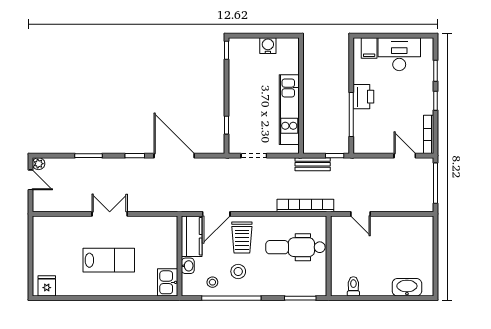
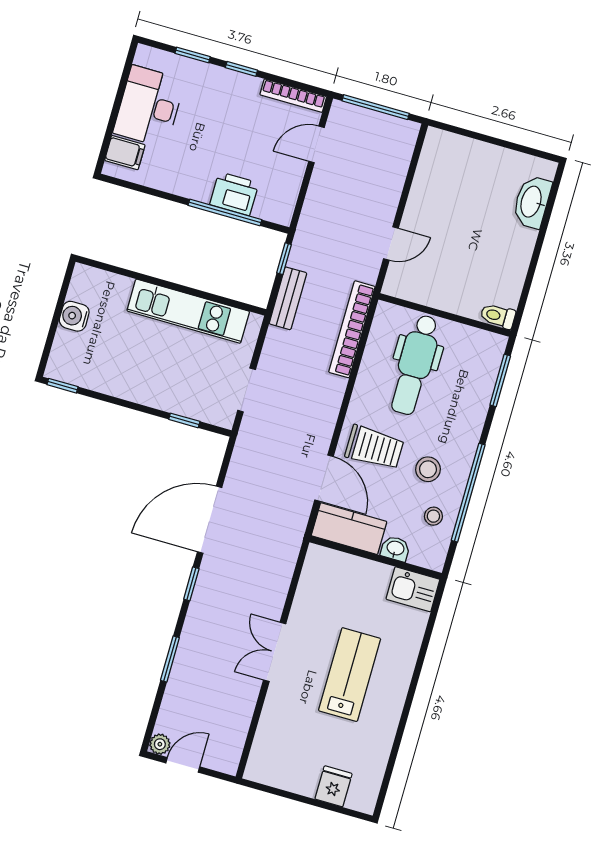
printer: (363, 97) -> (234, 194), moved
fridge: (47, 286) -> (334, 786), moved, turned 90
toilet: (353, 286) -> (498, 316), moved

